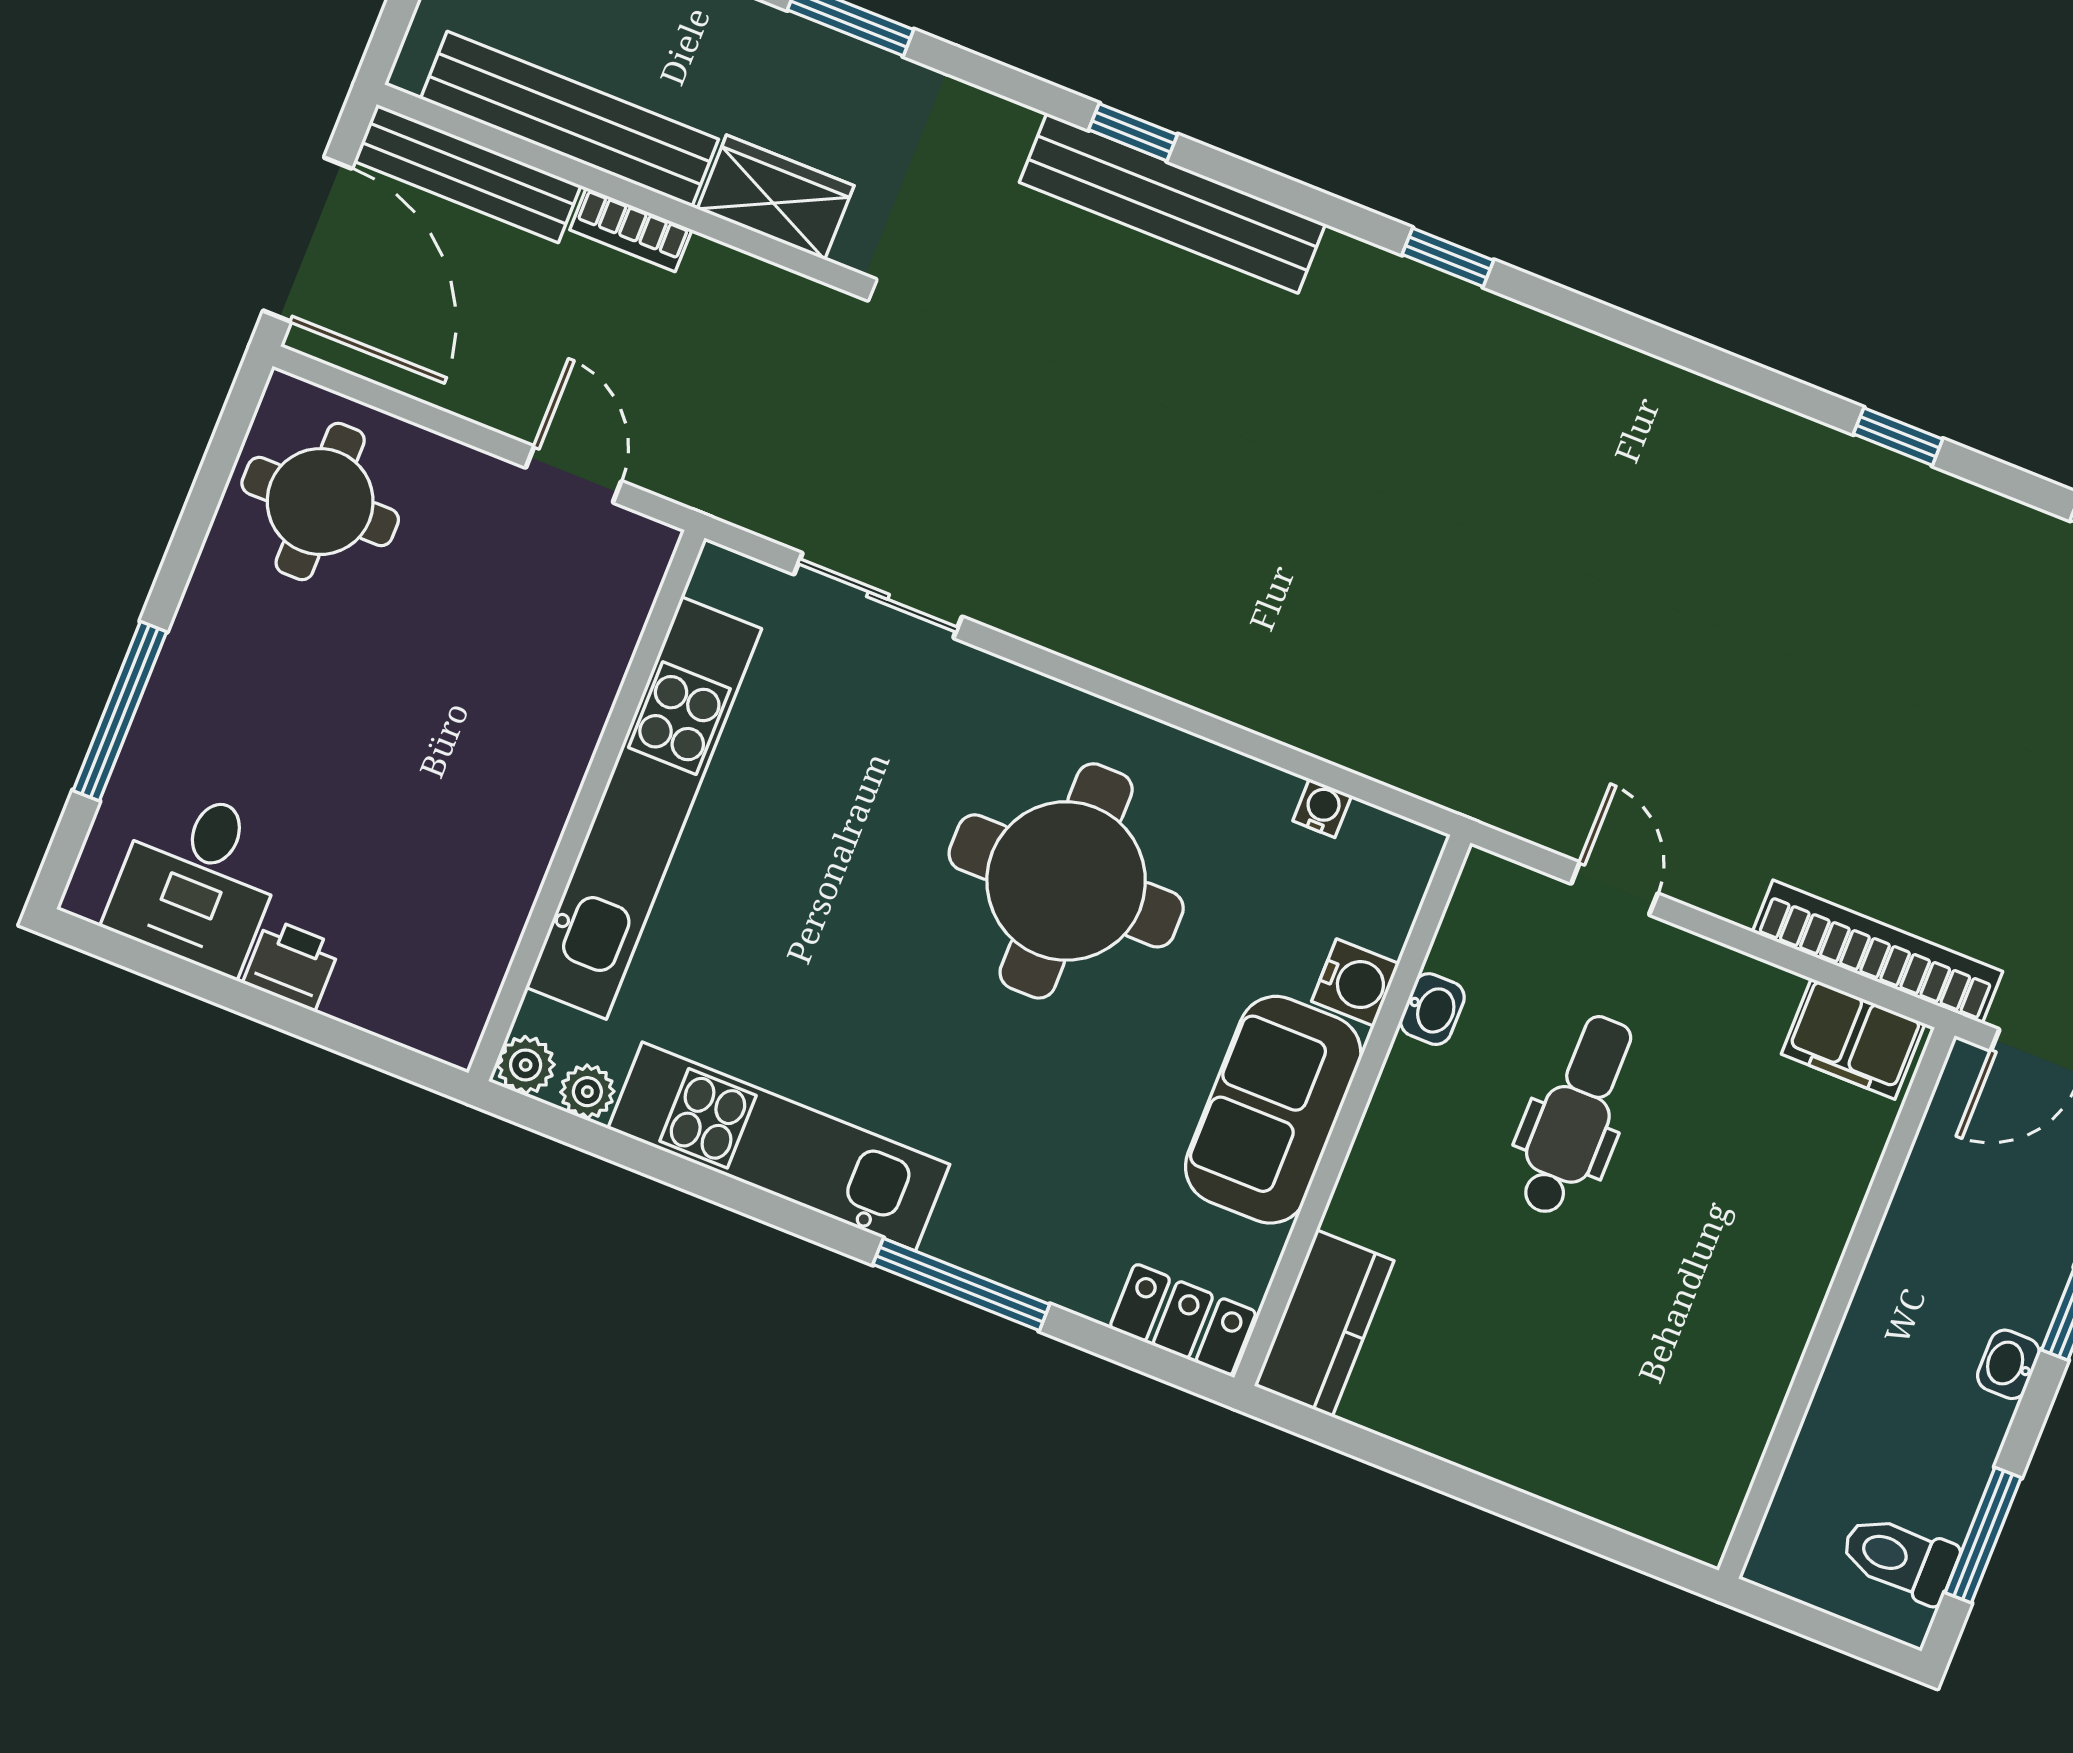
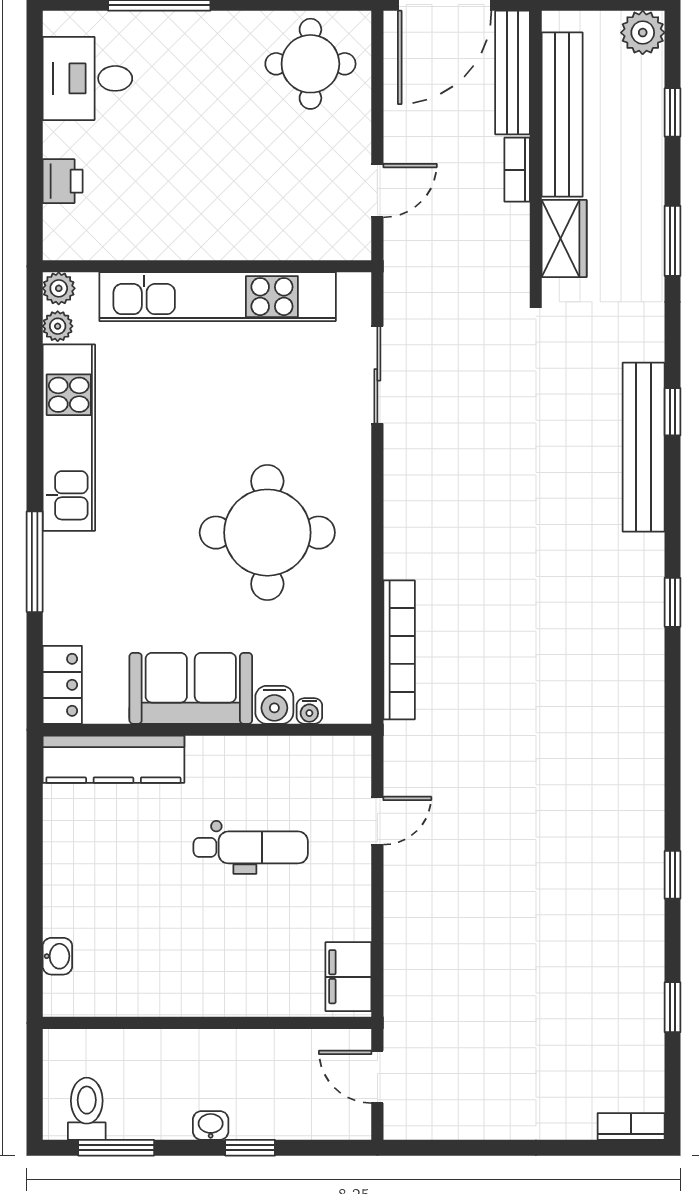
water cooler: (1322, 808) -> (309, 711), moved, turned 90
bookcase: (1878, 952) -> (399, 650), moved
printer: (292, 965) -> (63, 181), moved
washbasin: (1432, 1009) -> (57, 956), moved, turned -90
kitchen counter: (1324, 1323) -> (113, 759), width x1.50

